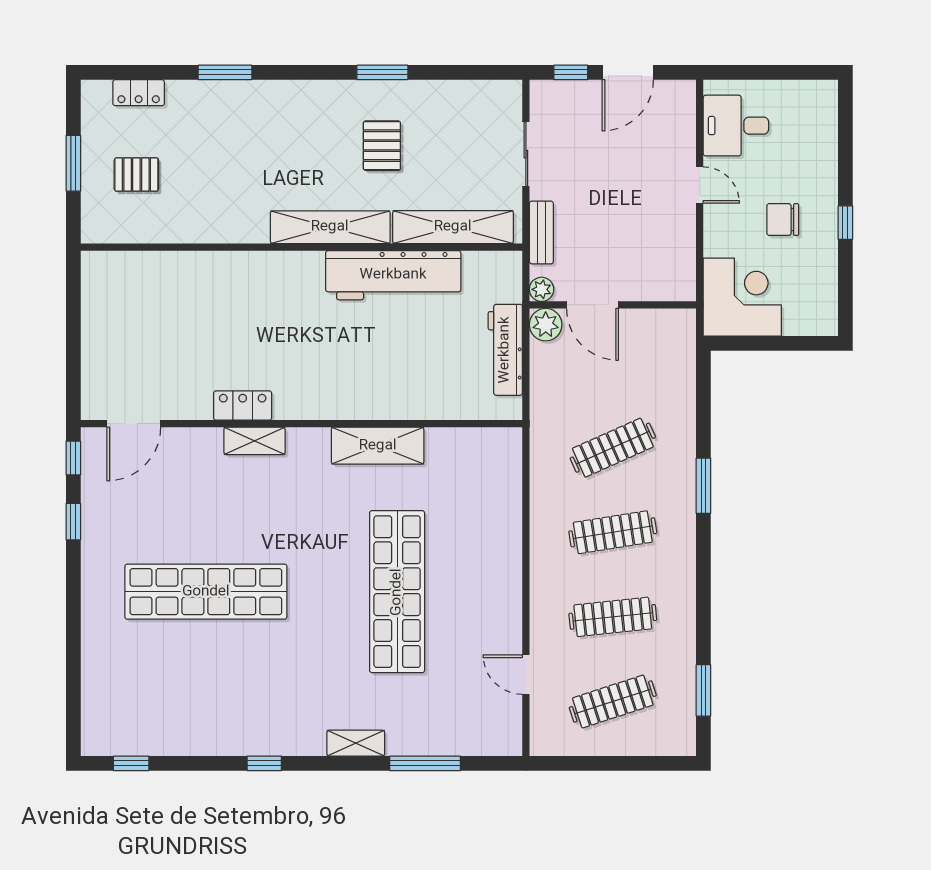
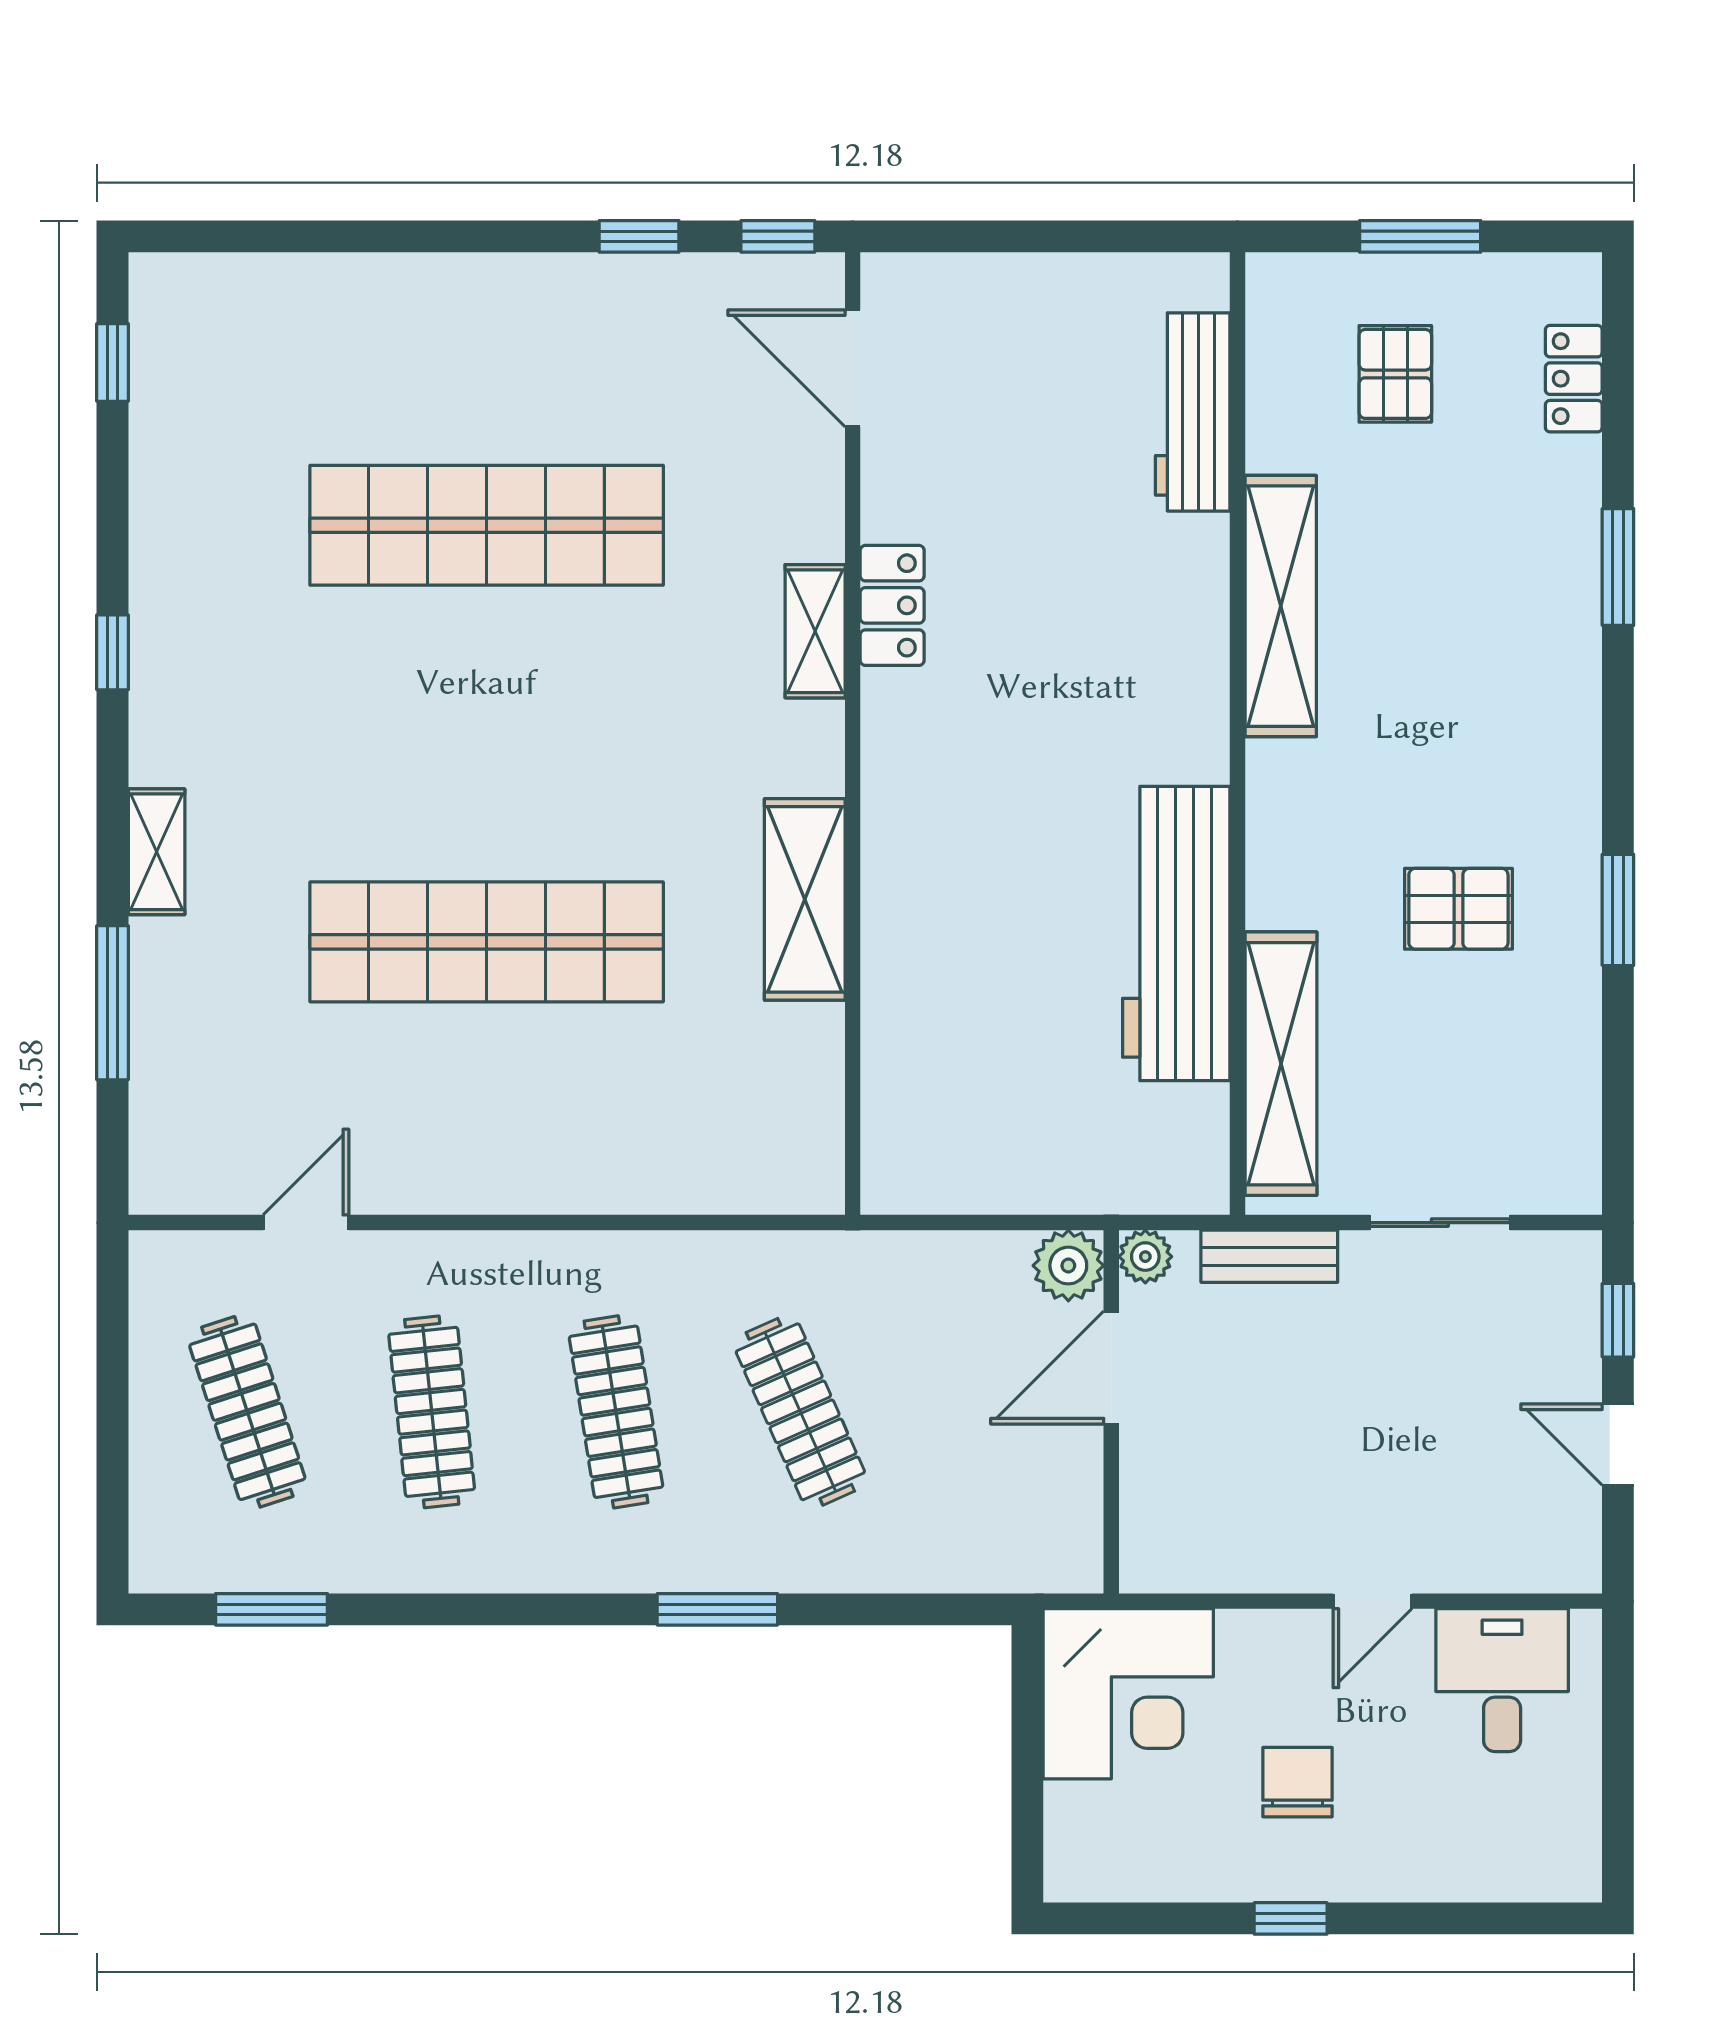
door: (628, 72) -> (1618, 1445), width x0.73
shelving: (330, 227) -> (1281, 606), moved
workbench: (505, 350) -> (1193, 412), moved, turned -90
shop shelf: (206, 592) -> (487, 525), turned 90

